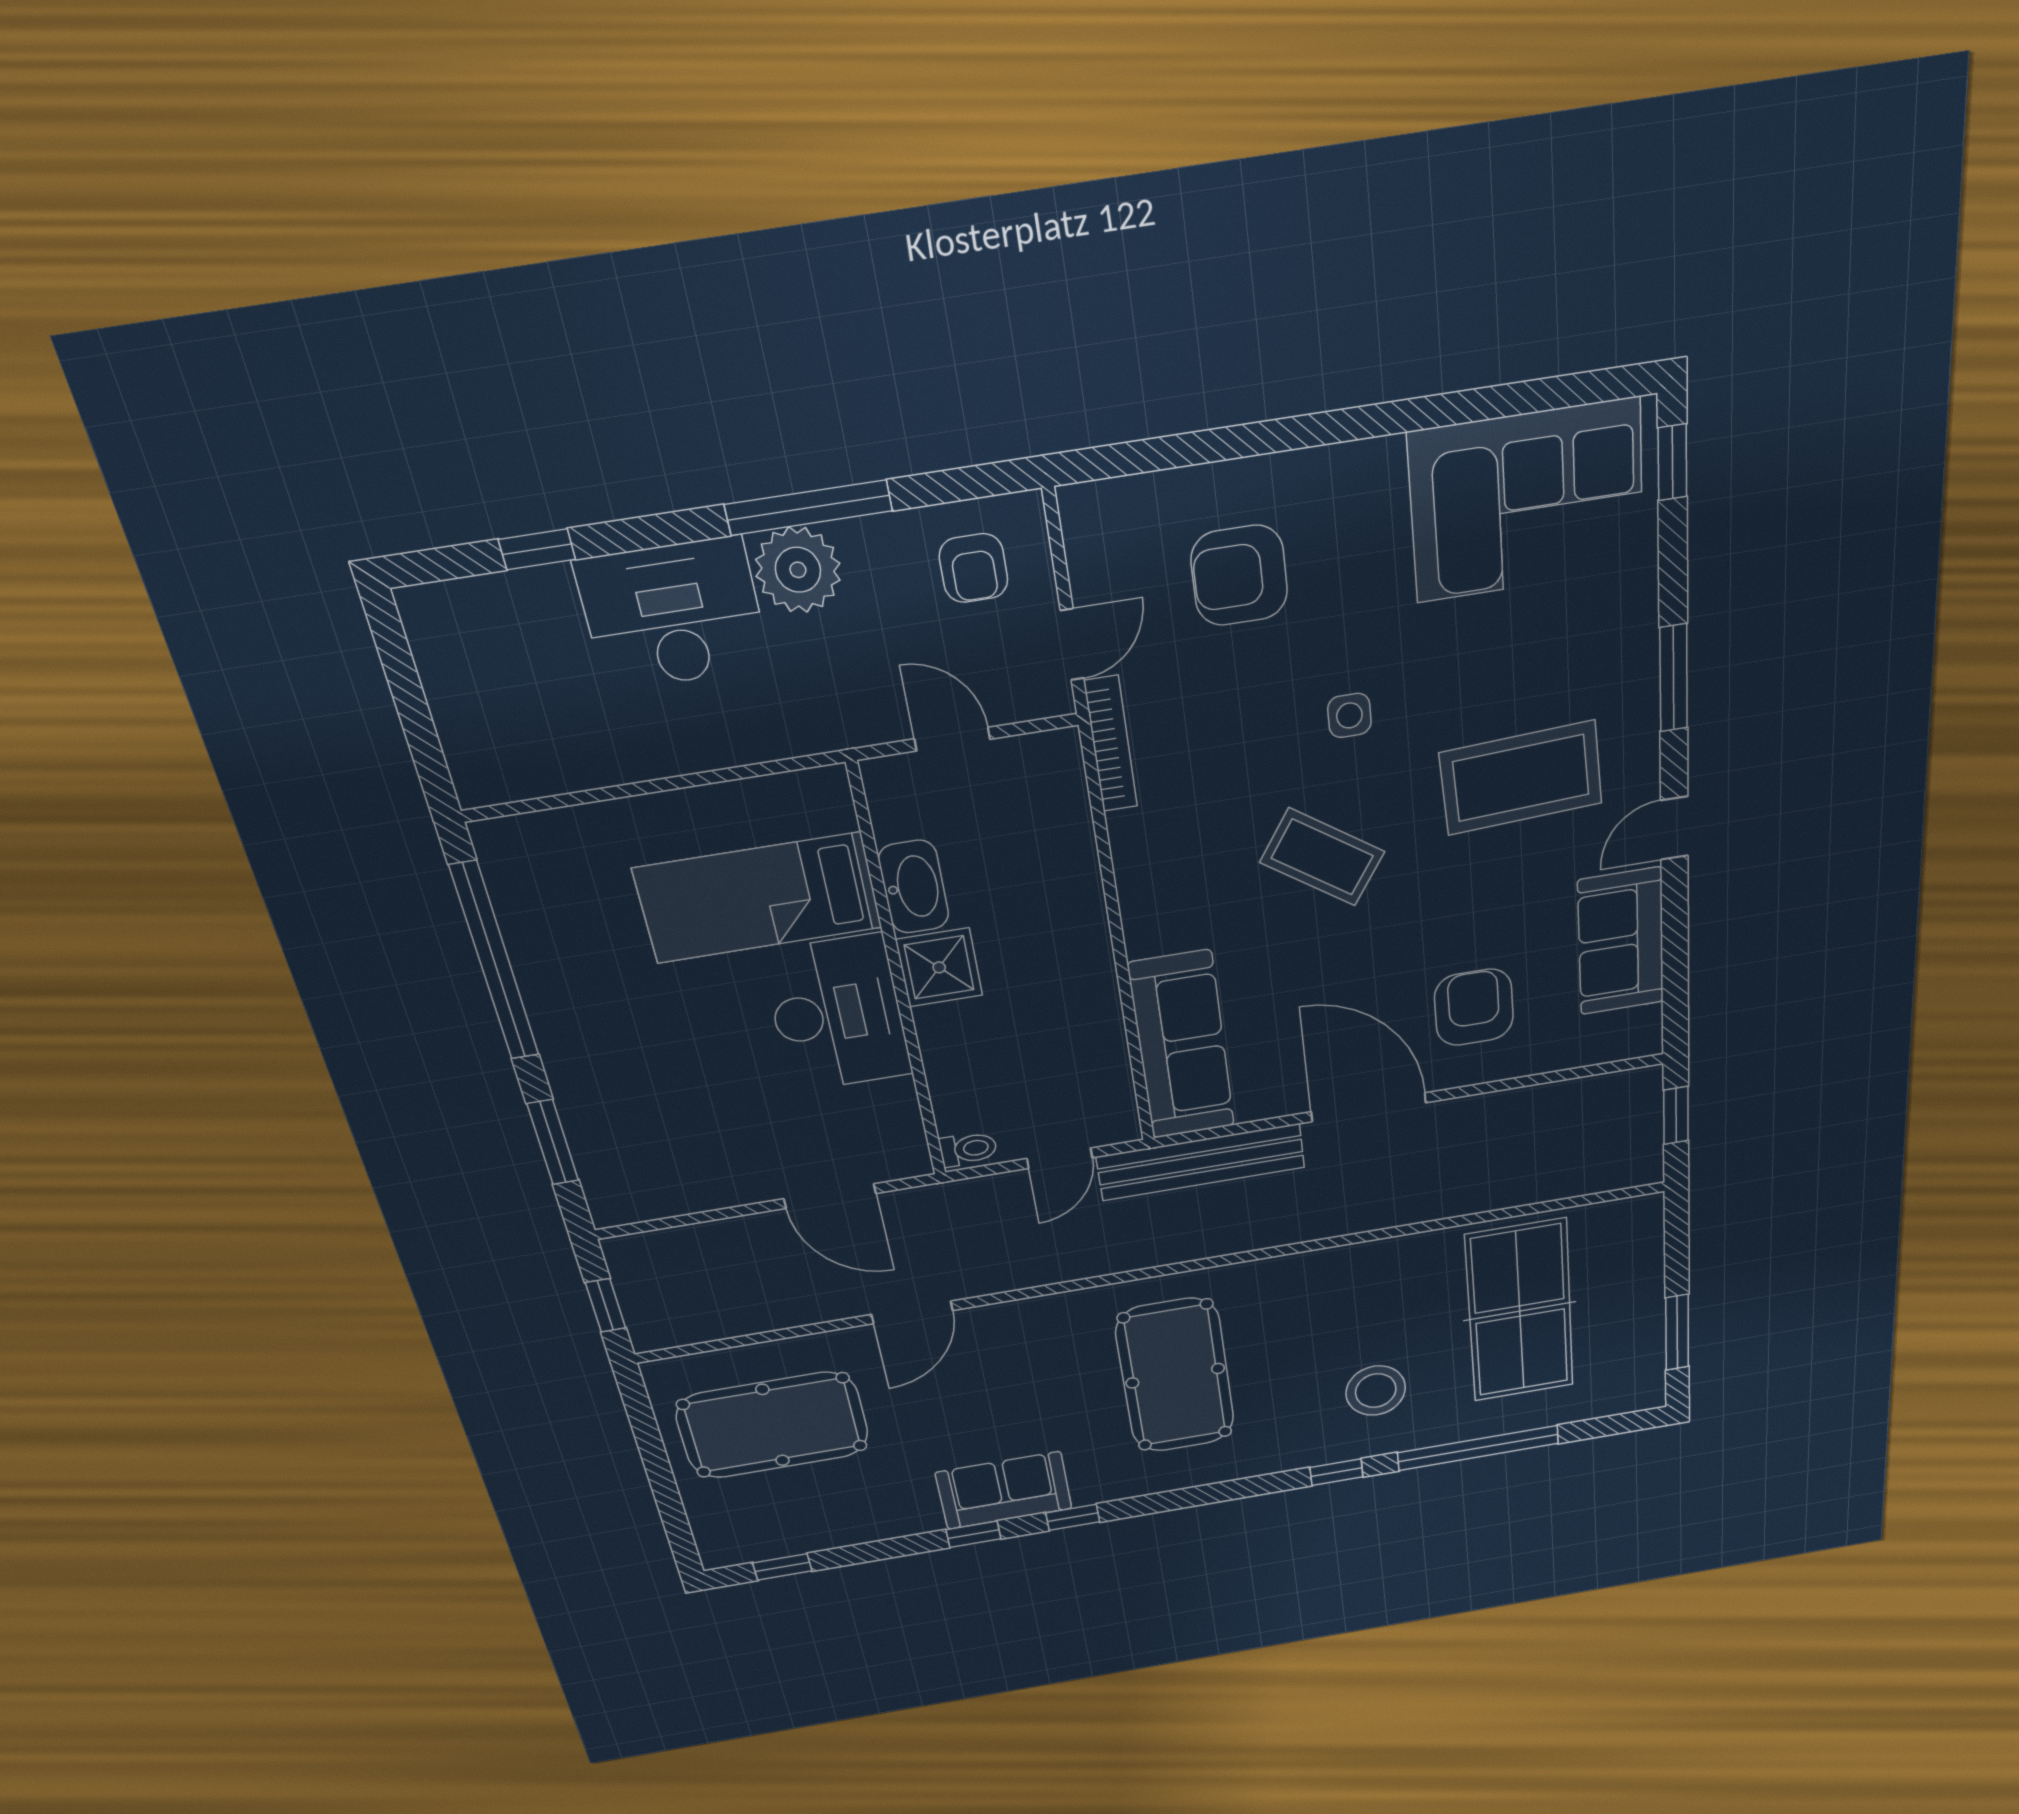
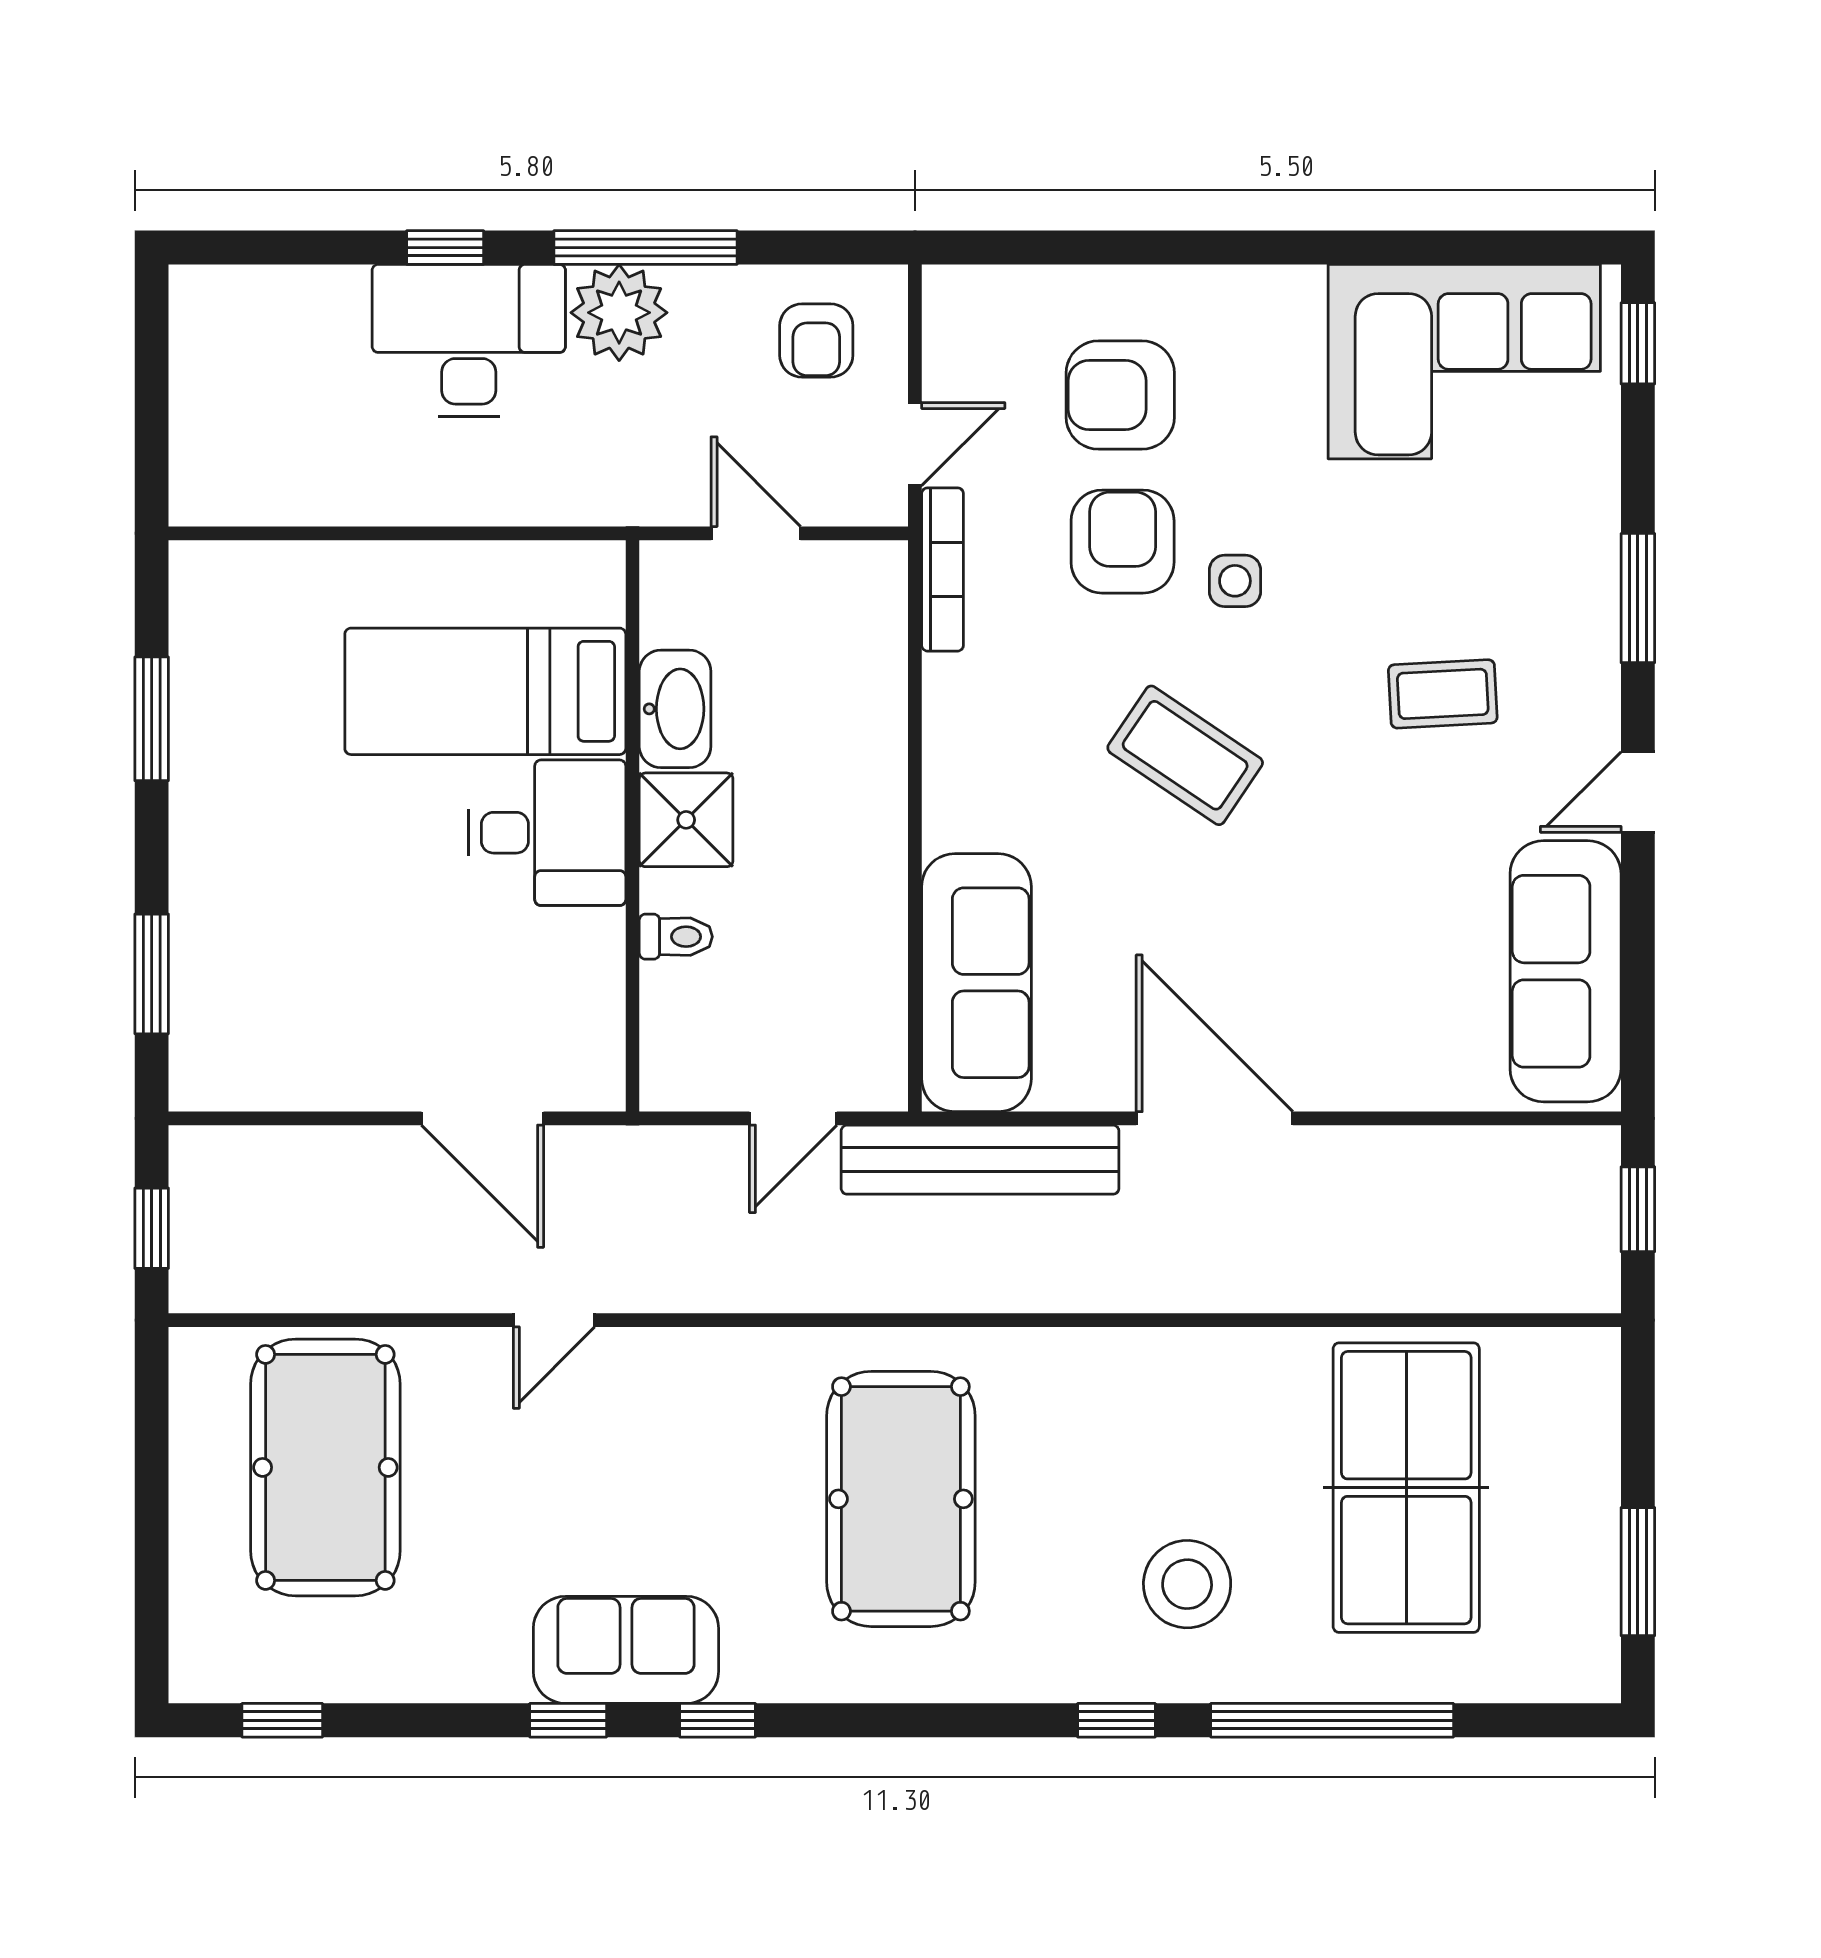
window: (537, 549) -> (445, 248), moved
coffee table: (1521, 778) -> (1443, 694), width x0.54, depth x0.58
sofa: (1621, 942) -> (1566, 971), width x1.36
window: (494, 962) -> (152, 719), width x0.47
armchair: (1474, 1007) -> (1123, 542), moved
desk: (837, 1014) -> (547, 833), width x0.73
toilet: (968, 1149) -> (676, 937), moved
door: (912, 1312) -> (554, 1320), width x0.73
pool table: (773, 1425) -> (325, 1467), turned 90

